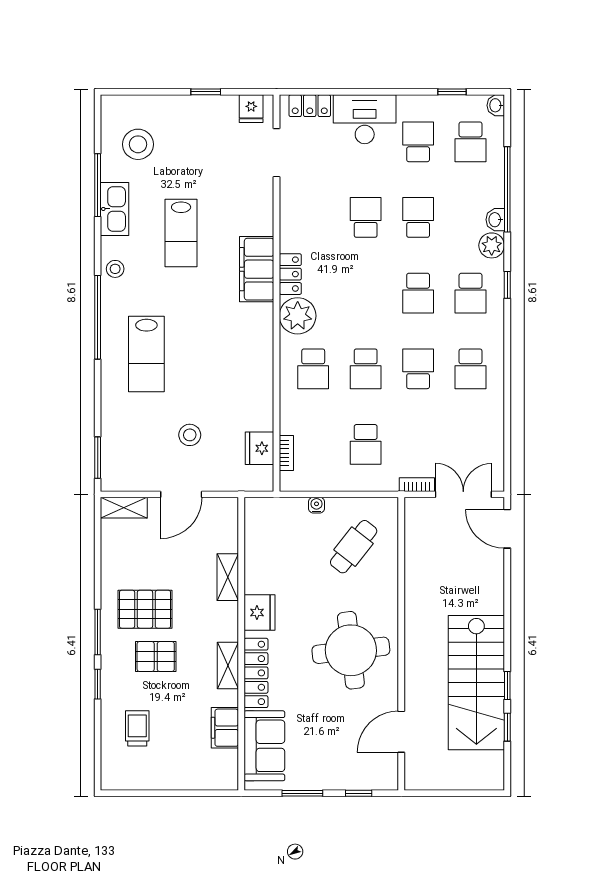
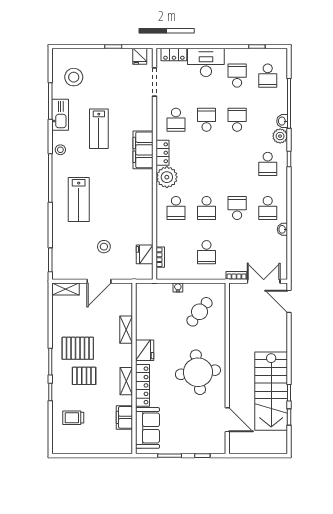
washbasin: (496, 105) -> (282, 229), moved
school desk: (418, 293) -> (176, 120), moved
trolley: (137, 728) -> (73, 418), turned -90
door: (401, 732) -> (227, 420), swing flipped

